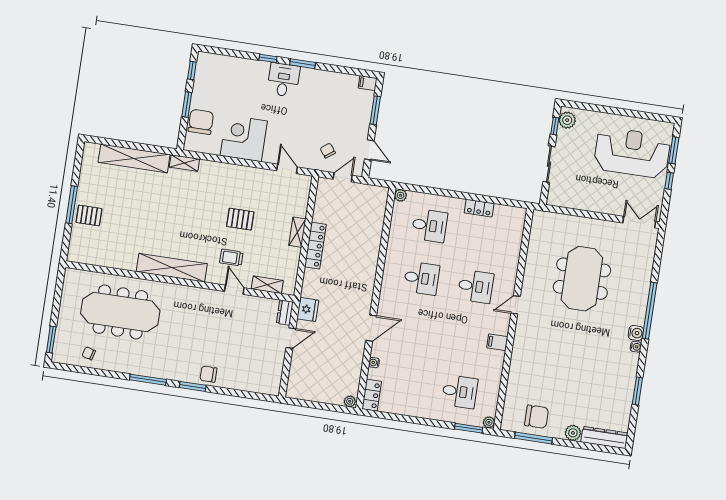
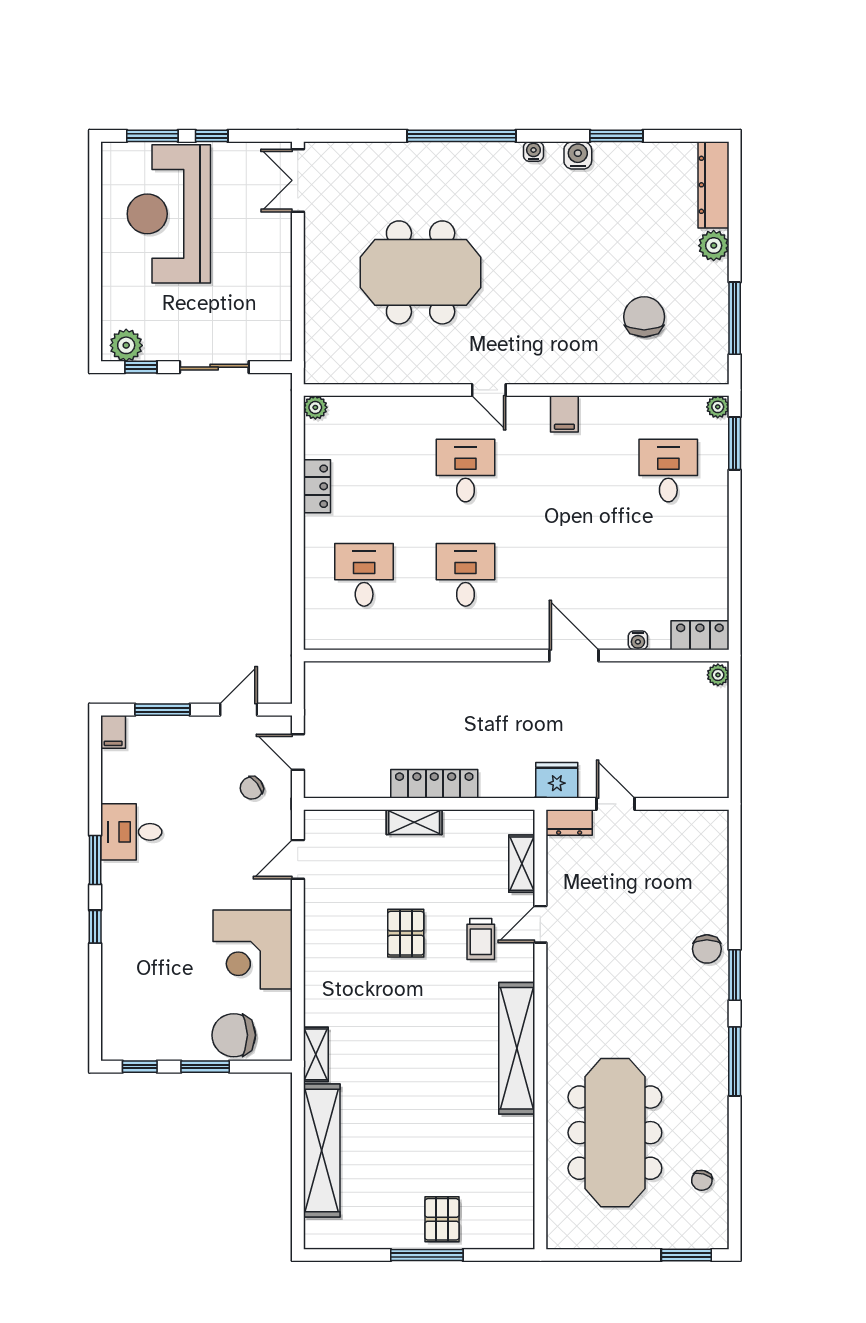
desk: (283, 80) -> (131, 832), moved
plant: (401, 195) -> (315, 407), moved
water cooler: (636, 333) -> (578, 155), moved
chair: (537, 417) -> (644, 317), moved

